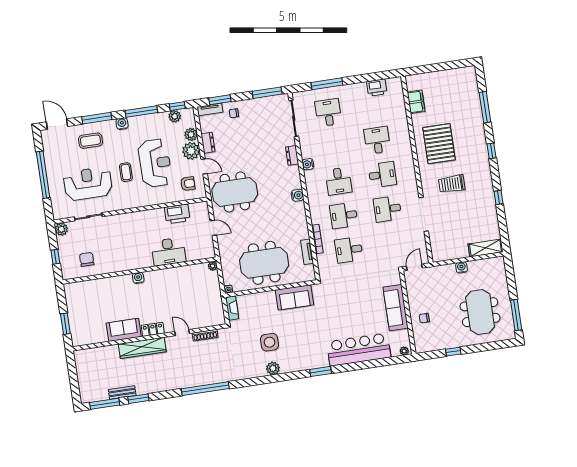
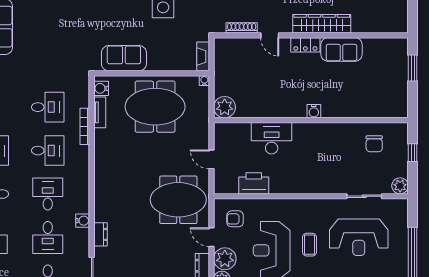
desk: (333, 147) -> (48, 237), added
water cooler: (298, 195) -> (101, 88), moved
plant: (213, 266) -> (225, 107), width x1.88, depth x1.88

